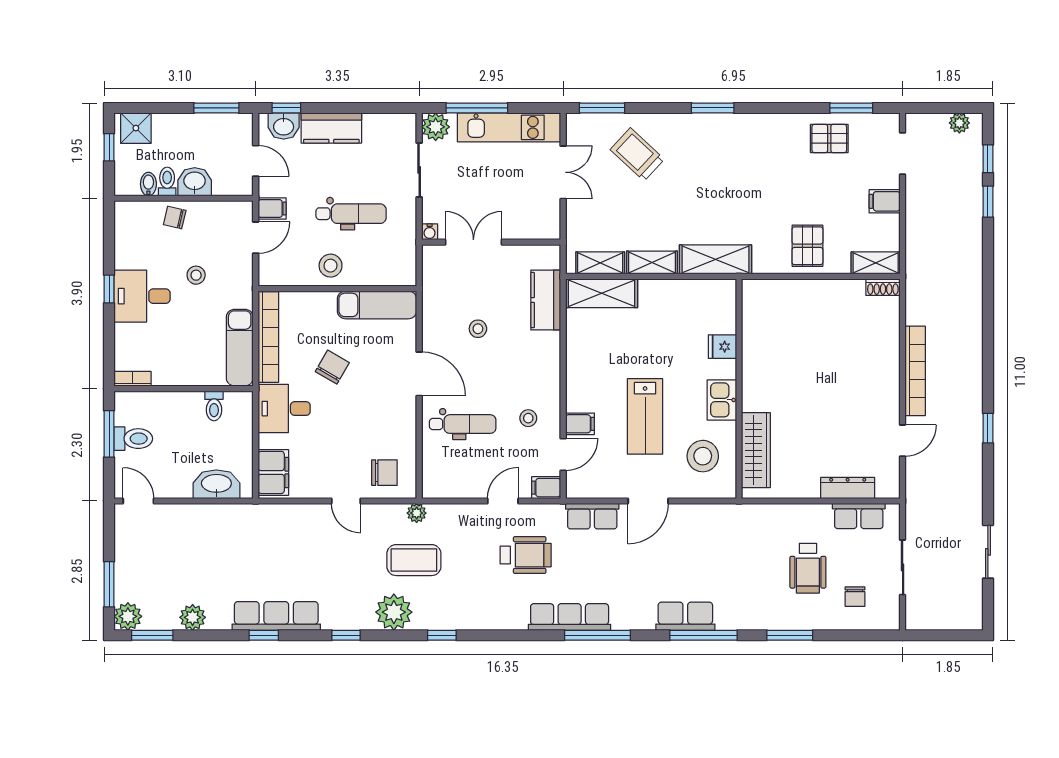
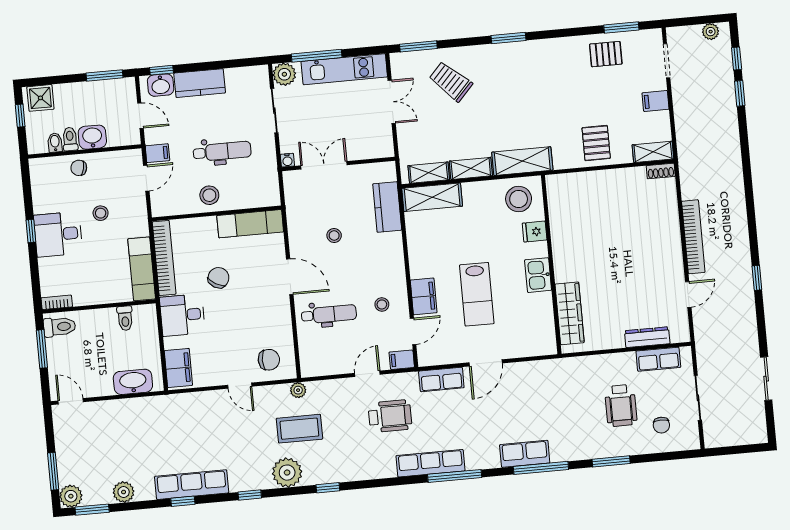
filing cabinet: (580, 424) -> (424, 296), width x2.00
toilet: (133, 439) -> (60, 327), moved
stool: (703, 456) -> (519, 199), moved

